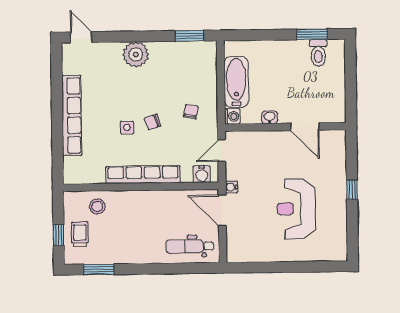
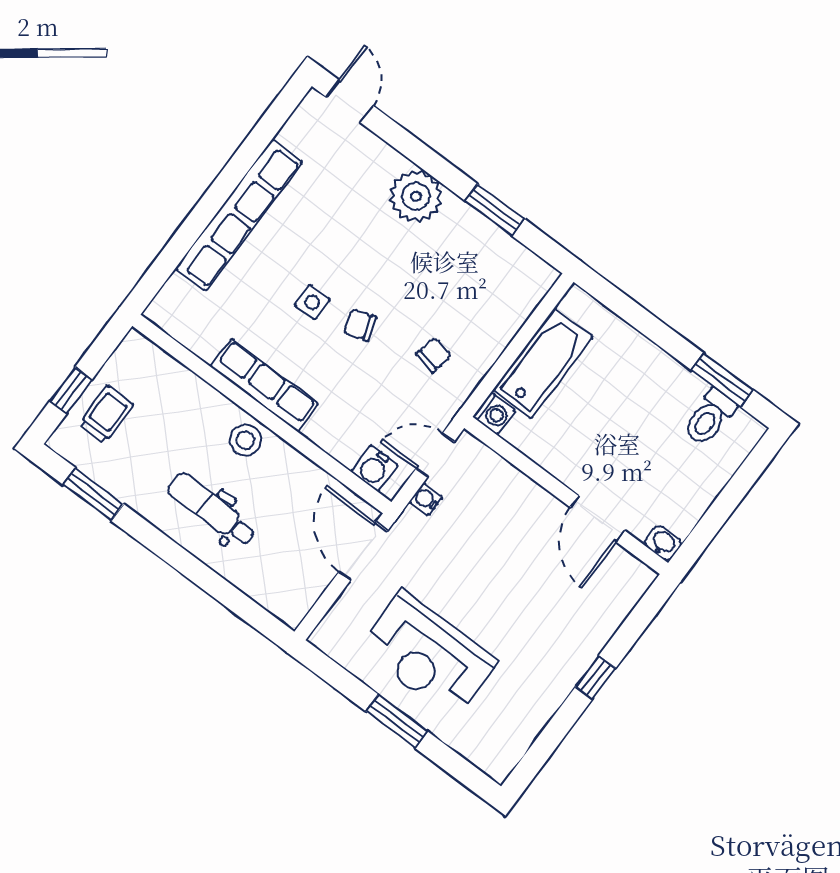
window: (190, 36) -> (495, 210), moved
washbasin: (270, 117) -> (663, 543), moved
row of seats: (143, 175) -> (264, 385), width x0.73
water cooler: (231, 187) -> (426, 499), moved
stool: (97, 206) -> (245, 440), moved
reception desk: (296, 209) -> (428, 655), moved, turned -90
dental chair: (190, 246) -> (212, 510), moved
window: (287, 267) -> (397, 721), added

